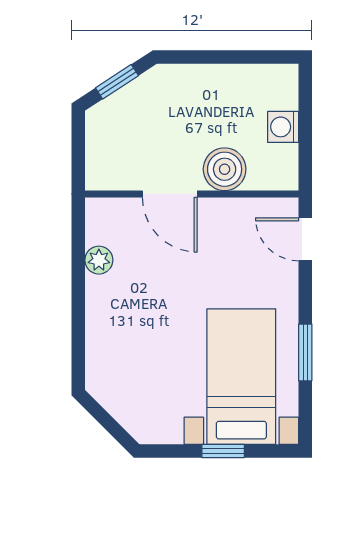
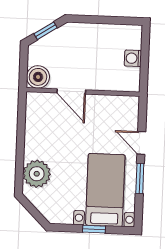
boiler: (225, 169) -> (38, 77), moved
door: (305, 239) -> (141, 143), moved
plant: (99, 260) -> (37, 174), moved, width x1.87, depth x1.87

